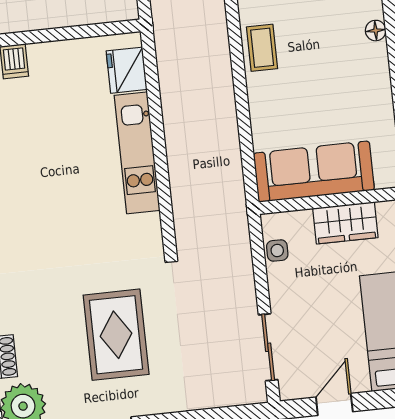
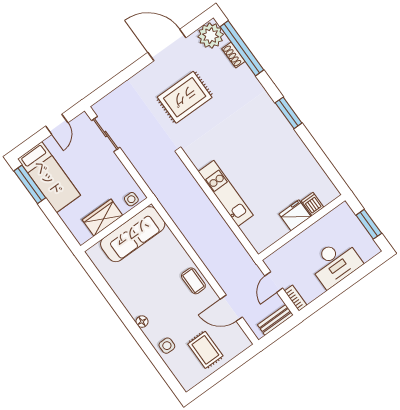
fridge: (127, 70) -> (295, 215), moved, turned -90
side table: (277, 250) -> (131, 199), moved
rug: (116, 335) -> (185, 97), turned 90

